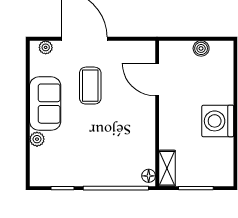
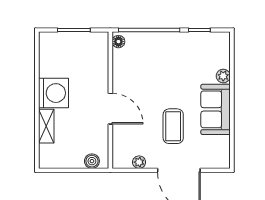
plant: (46, 47) -> (139, 162), moved
boiler: (201, 48) -> (92, 161), moved
door: (157, 80) -> (110, 109), moved
shelving: (167, 168) -> (46, 126), moved

